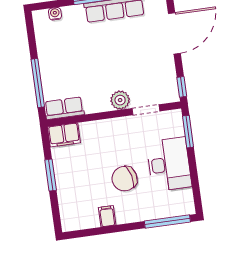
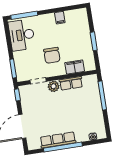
row of seats: (64, 108) -> (71, 83), moved
filing cabinet: (64, 135) -> (75, 67), moved
desk: (169, 164) -> (22, 35), moved
chair: (124, 179) -> (52, 55), moved, turned 104

